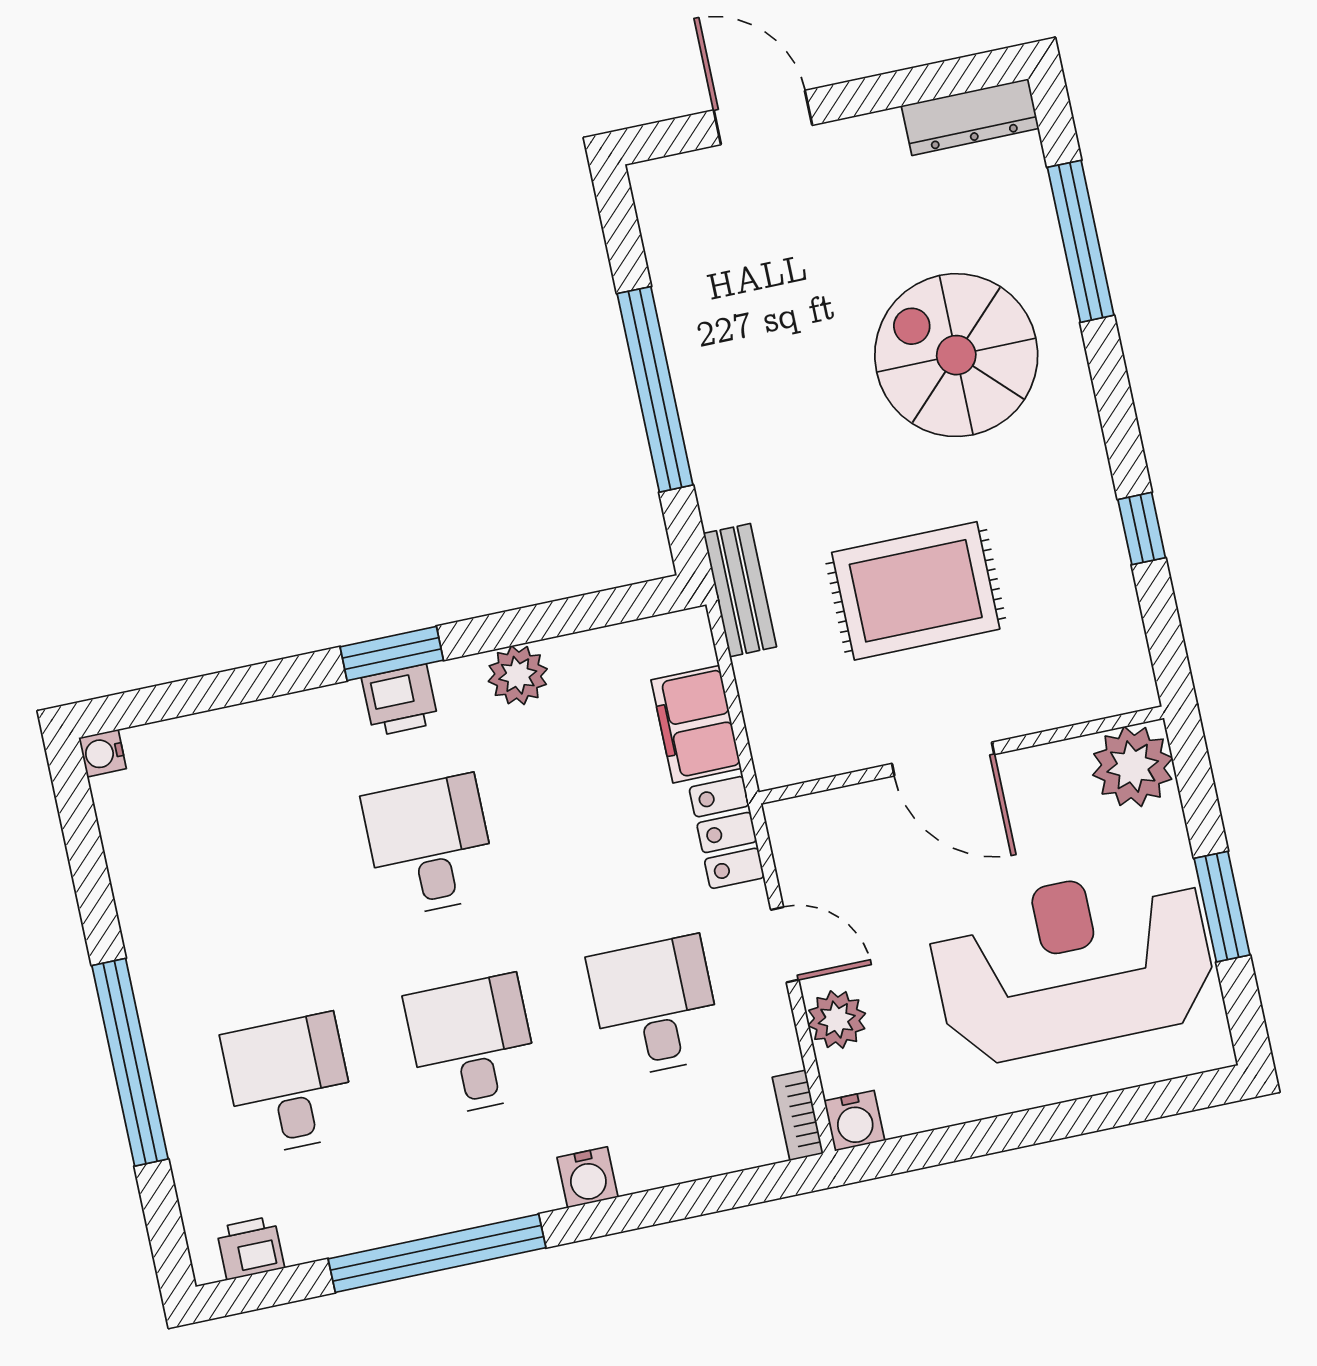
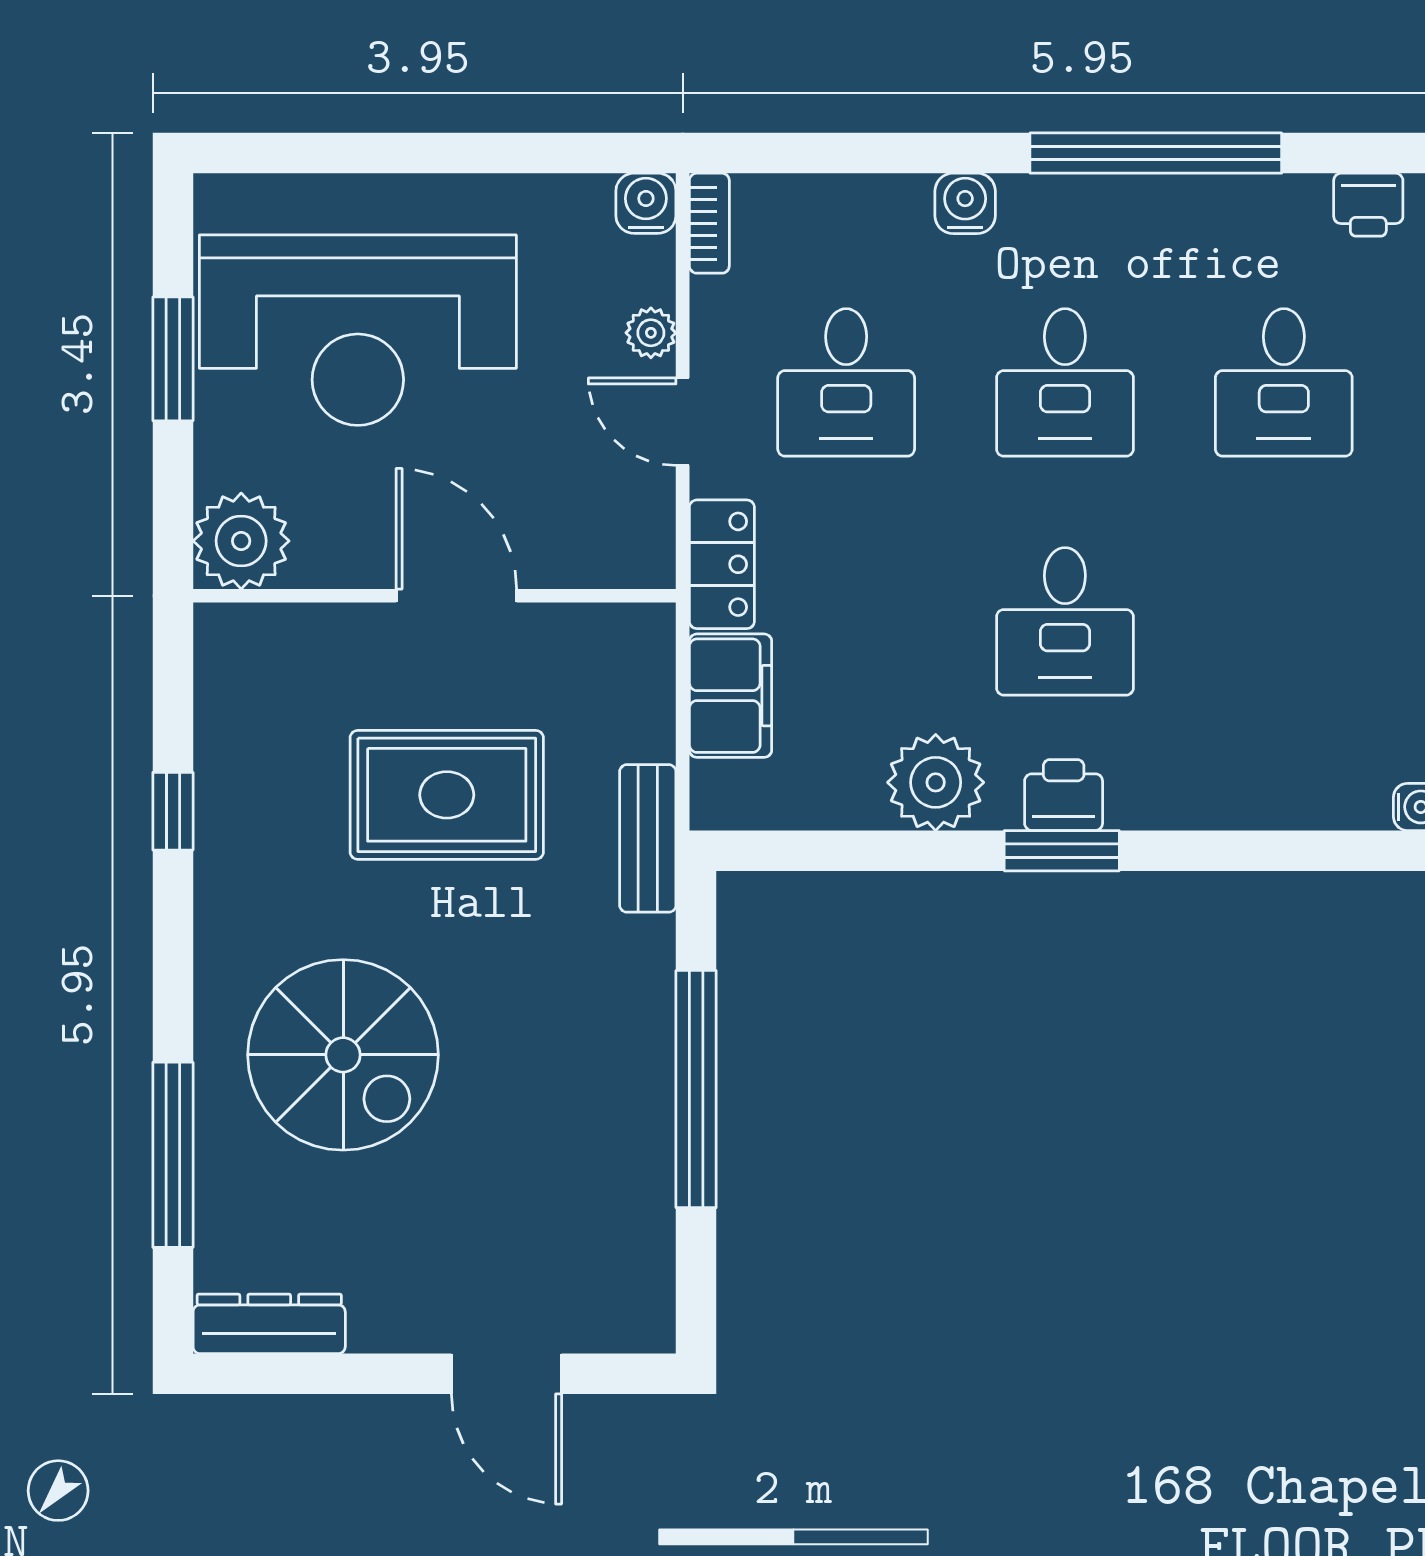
plant: (518, 675) -> (936, 782), width x1.36, depth x1.36
plant: (837, 1020) -> (651, 333), width x0.73, depth x0.73

